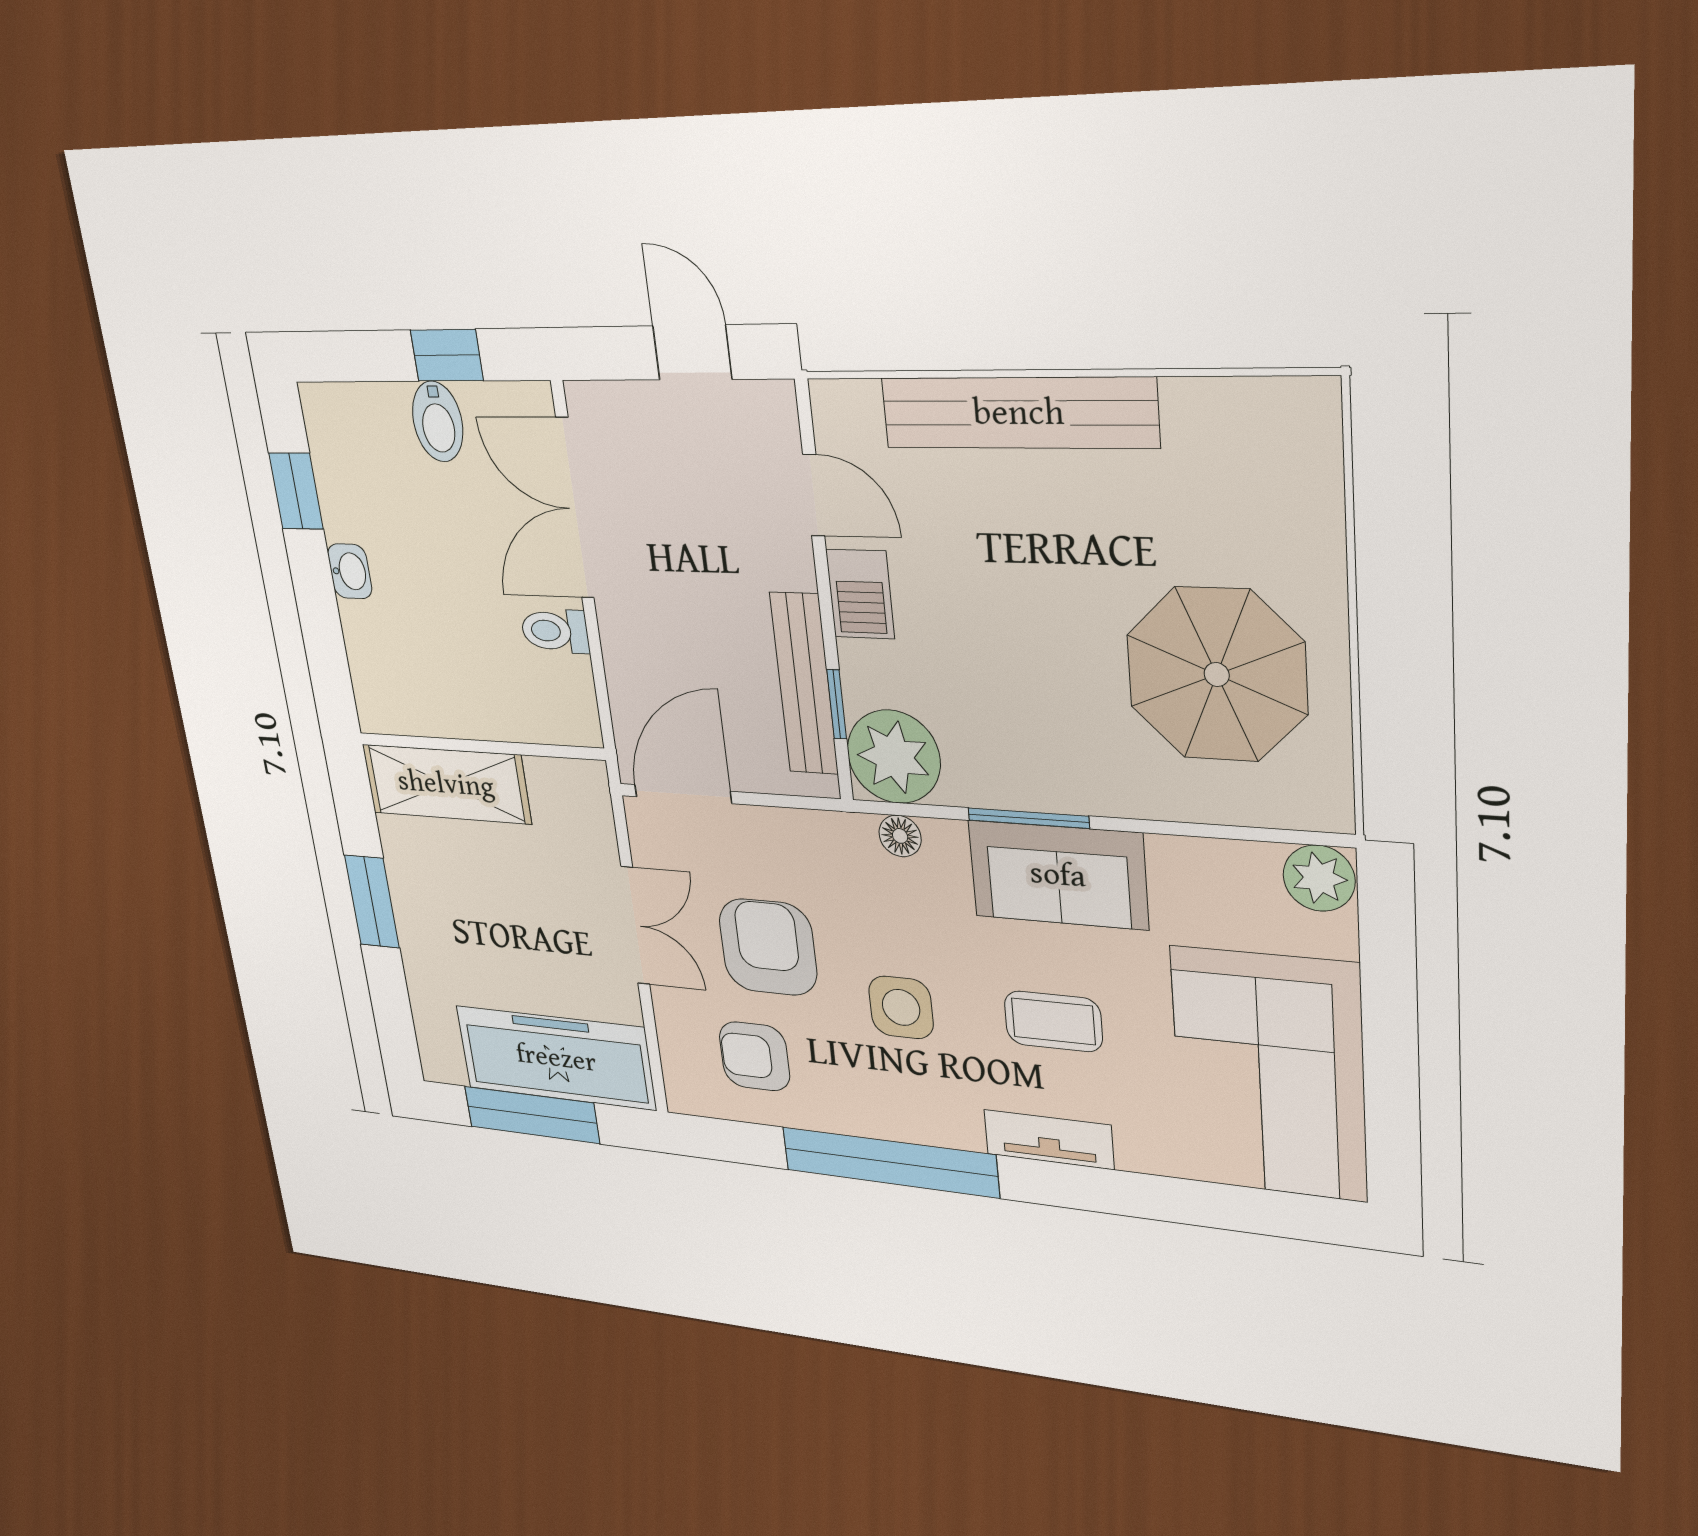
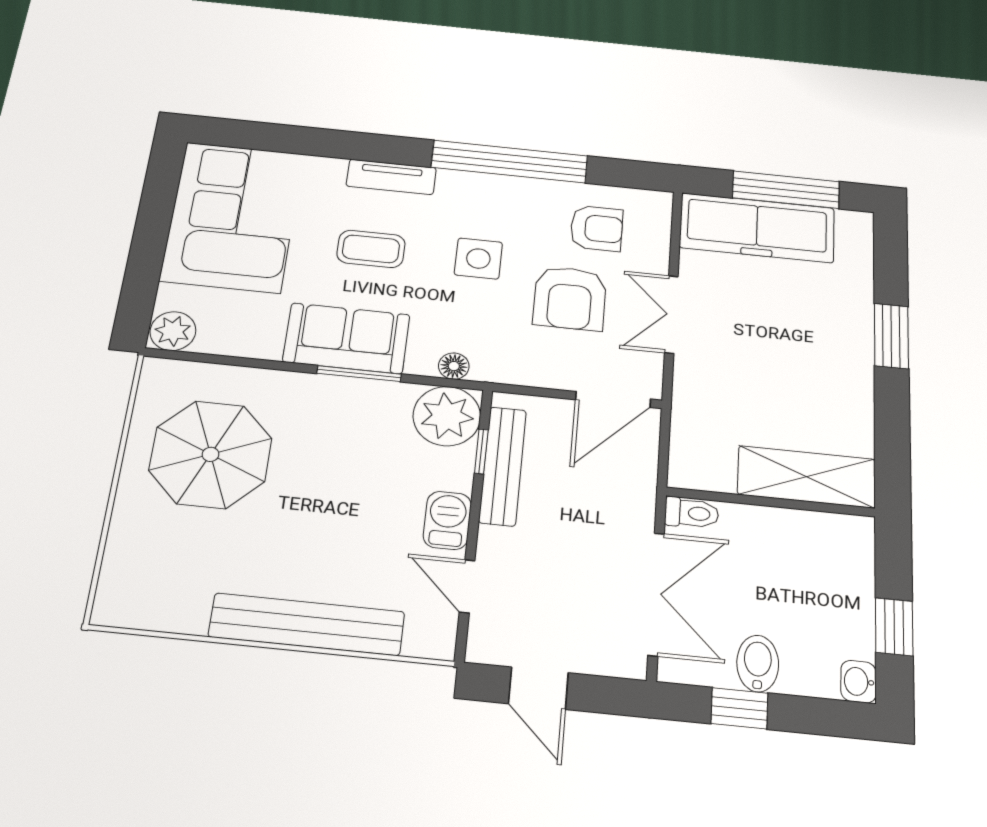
washbasin: (350, 571) -> (859, 682), moved
wall: (480, 746) -> (771, 502), moved
shelving: (446, 784) -> (807, 477), moved

